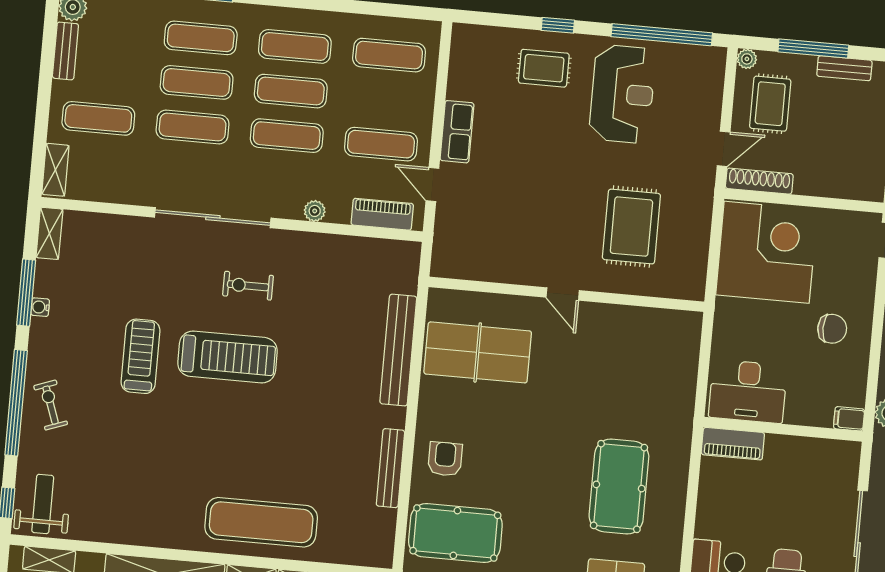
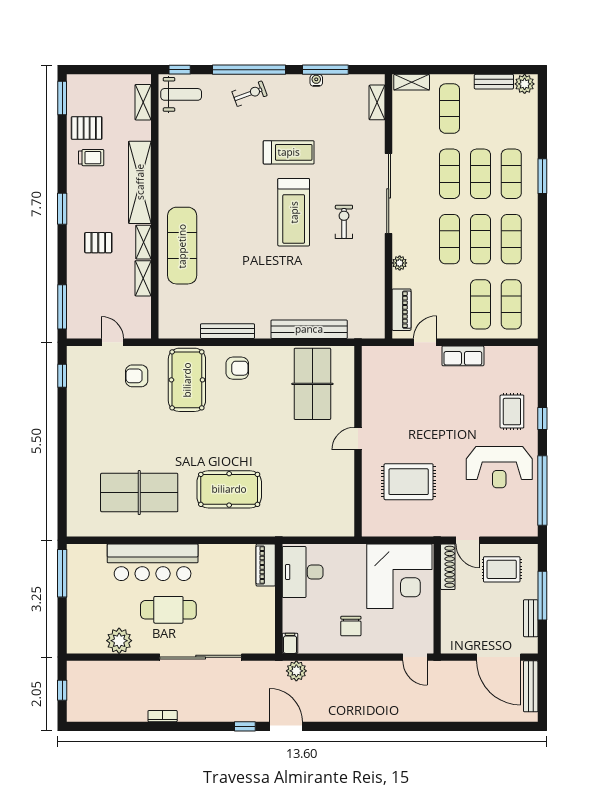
plant: (747, 59) -> (531, 551), removed
exercise mat: (381, 144) -> (480, 304), moved
shelving: (49, 233) -> (377, 102), moved, turned 90

